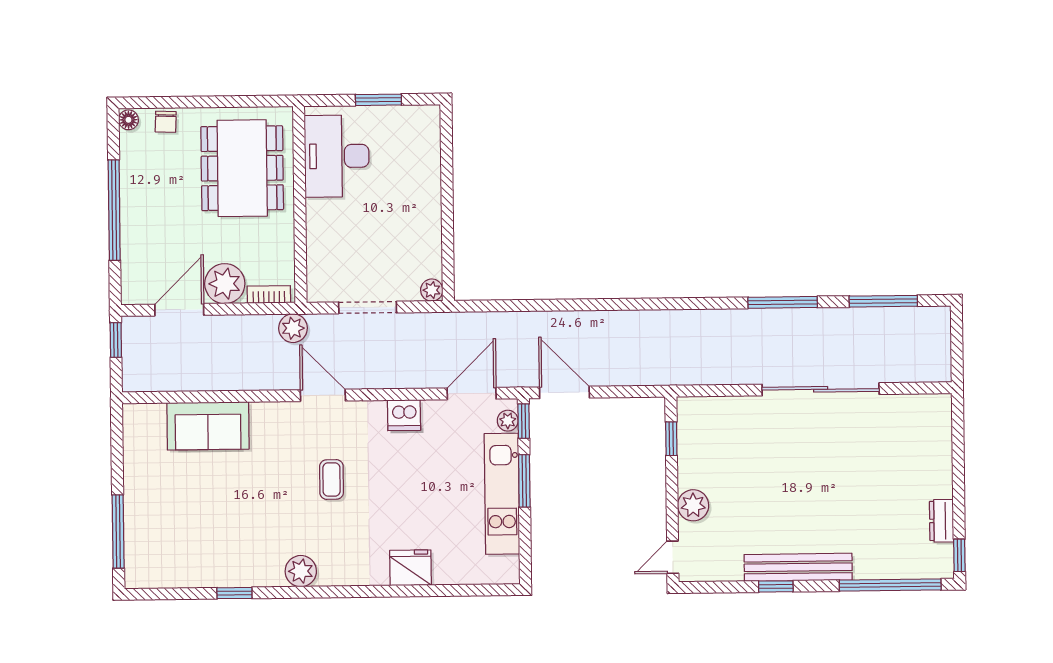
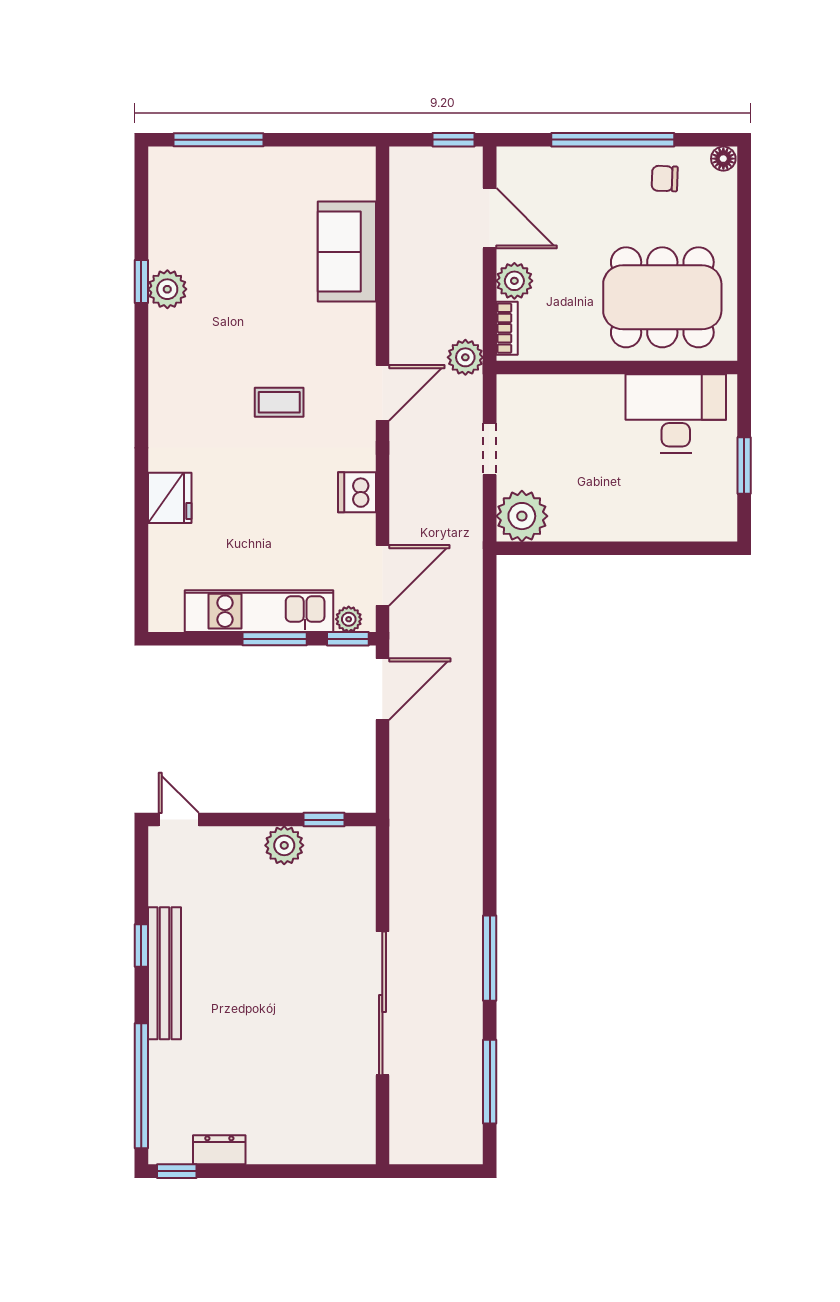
chair: (166, 122) -> (665, 179), moved
plant: (225, 284) -> (514, 281), width x0.73, depth x0.73
plant: (432, 290) -> (522, 516), width x1.87, depth x1.87
doorway: (368, 307) -> (490, 449), width x0.73
door: (472, 394) -> (382, 575), hinge flipped
plant: (693, 505) -> (284, 845), moved
plant: (301, 571) -> (167, 289), moved

